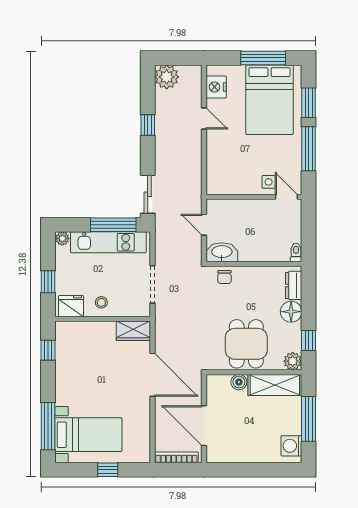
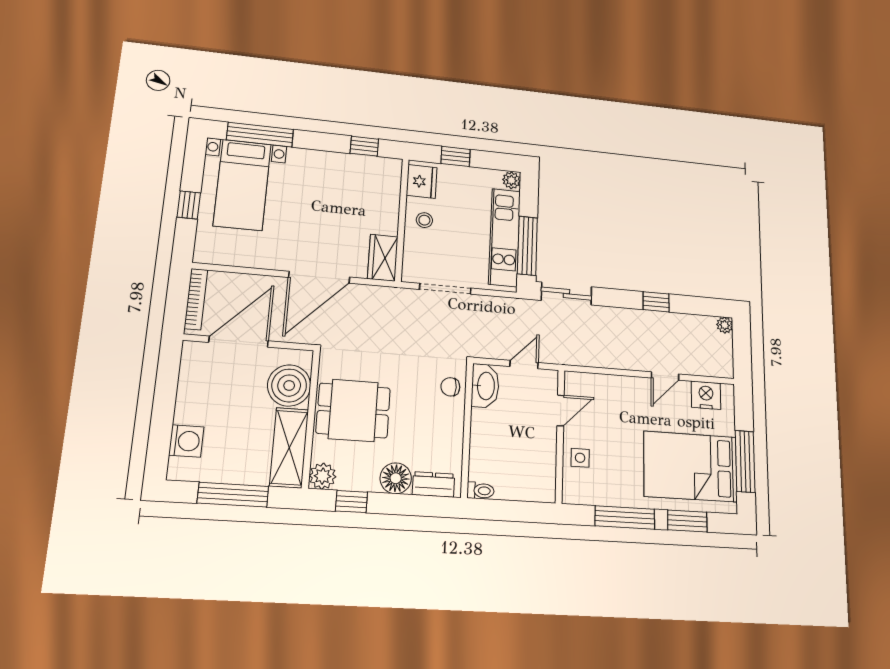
plant: (167, 77) -> (725, 325), width x0.53, depth x0.53
door: (286, 197) -> (561, 410), moved
boiler: (239, 382) -> (289, 385), width x1.86, depth x1.86
washing machine: (291, 446) -> (186, 441), moved, turned 90

